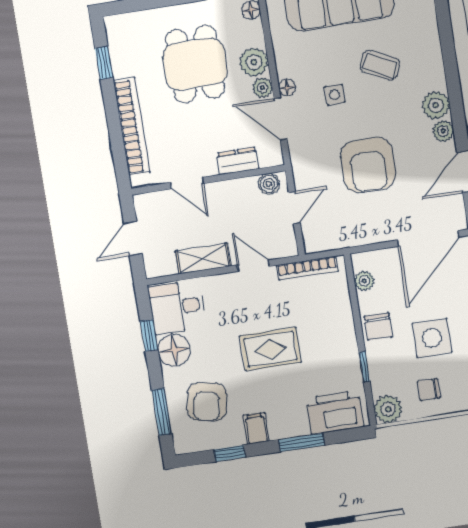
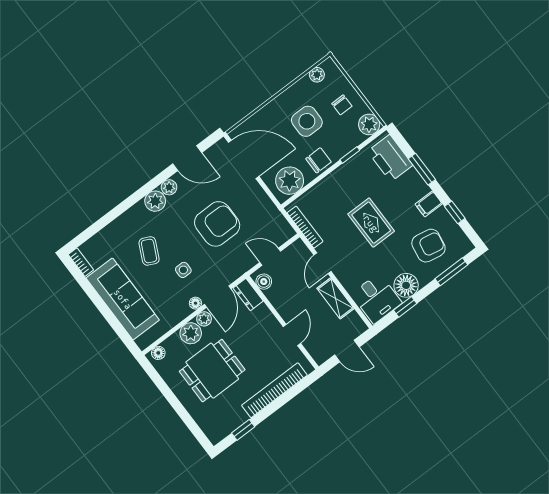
dresser: (238, 161) -> (248, 294), moved
plant: (364, 281) -> (290, 181), width x1.88, depth x1.88

